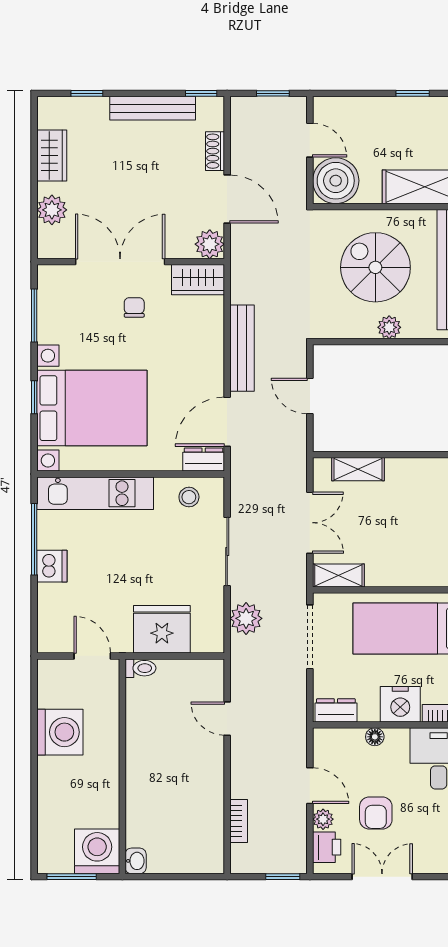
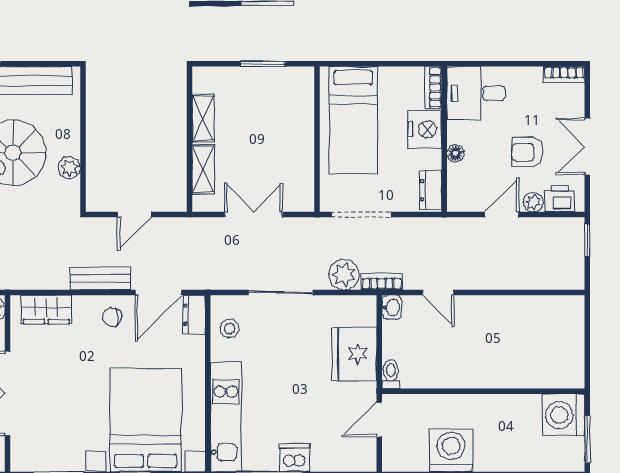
wardrobe: (198, 280) -> (46, 309), moved, turned 90
chair: (134, 307) -> (112, 317), moved
plant: (389, 327) -> (69, 168), moved
bench: (242, 348) -> (100, 278), width x0.73
door: (227, 422) -> (159, 292), hinge flipped
shelving: (338, 575) -> (203, 118), moved
door: (227, 719) -> (438, 292), hinge flipped
armchair: (376, 813) -> (527, 152), turned 180
bookcase: (239, 821) -> (382, 282), moved
washbasin: (136, 861) -> (392, 307), moved, turned 90

